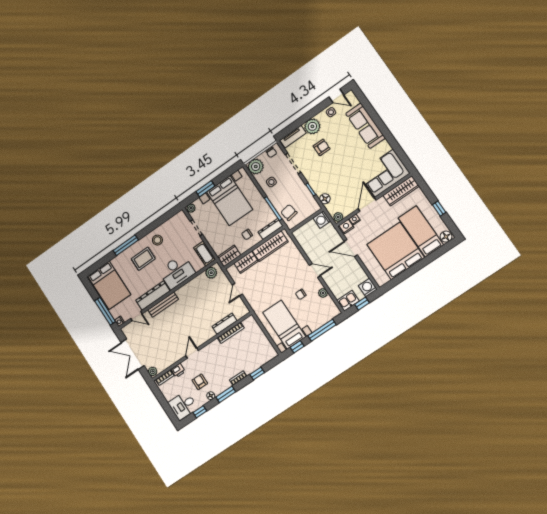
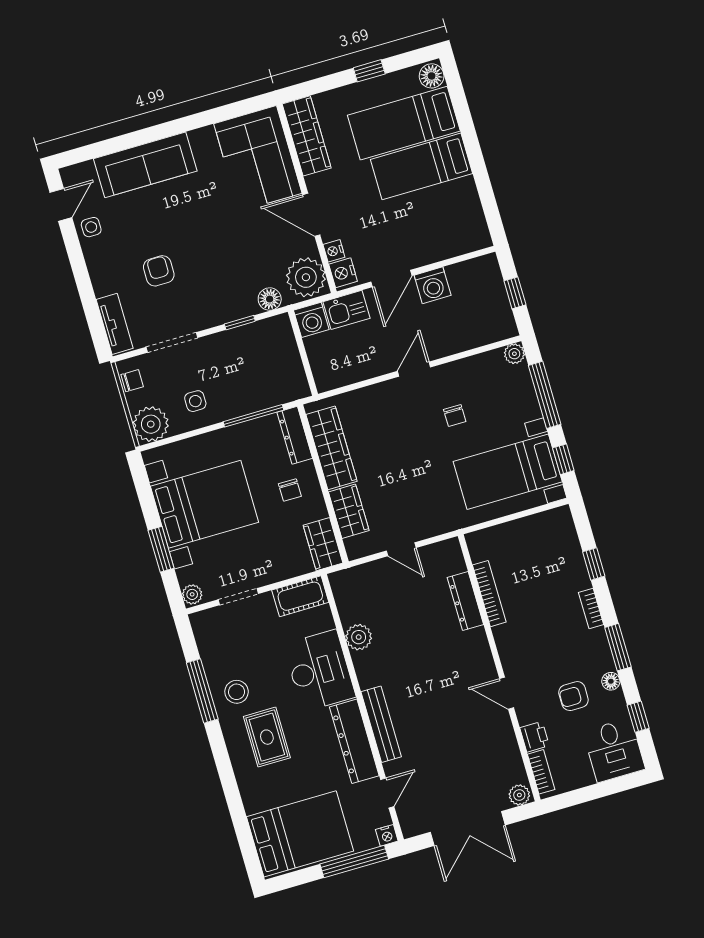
plant: (312, 126) -> (107, 276), removed
chair: (289, 213) -> (273, 384), removed
plant: (338, 217) -> (306, 277), width x1.87, depth x1.87
window: (126, 245) -> (202, 691), moved
bed: (396, 251) -> (422, 166), width x0.49
plant: (211, 273) -> (359, 637), moved
washing machine: (368, 287) -> (433, 285), moved, turned -90
plant: (323, 293) -> (514, 354), moved
kitchen sink: (348, 301) -> (346, 310), moved, turned -90

